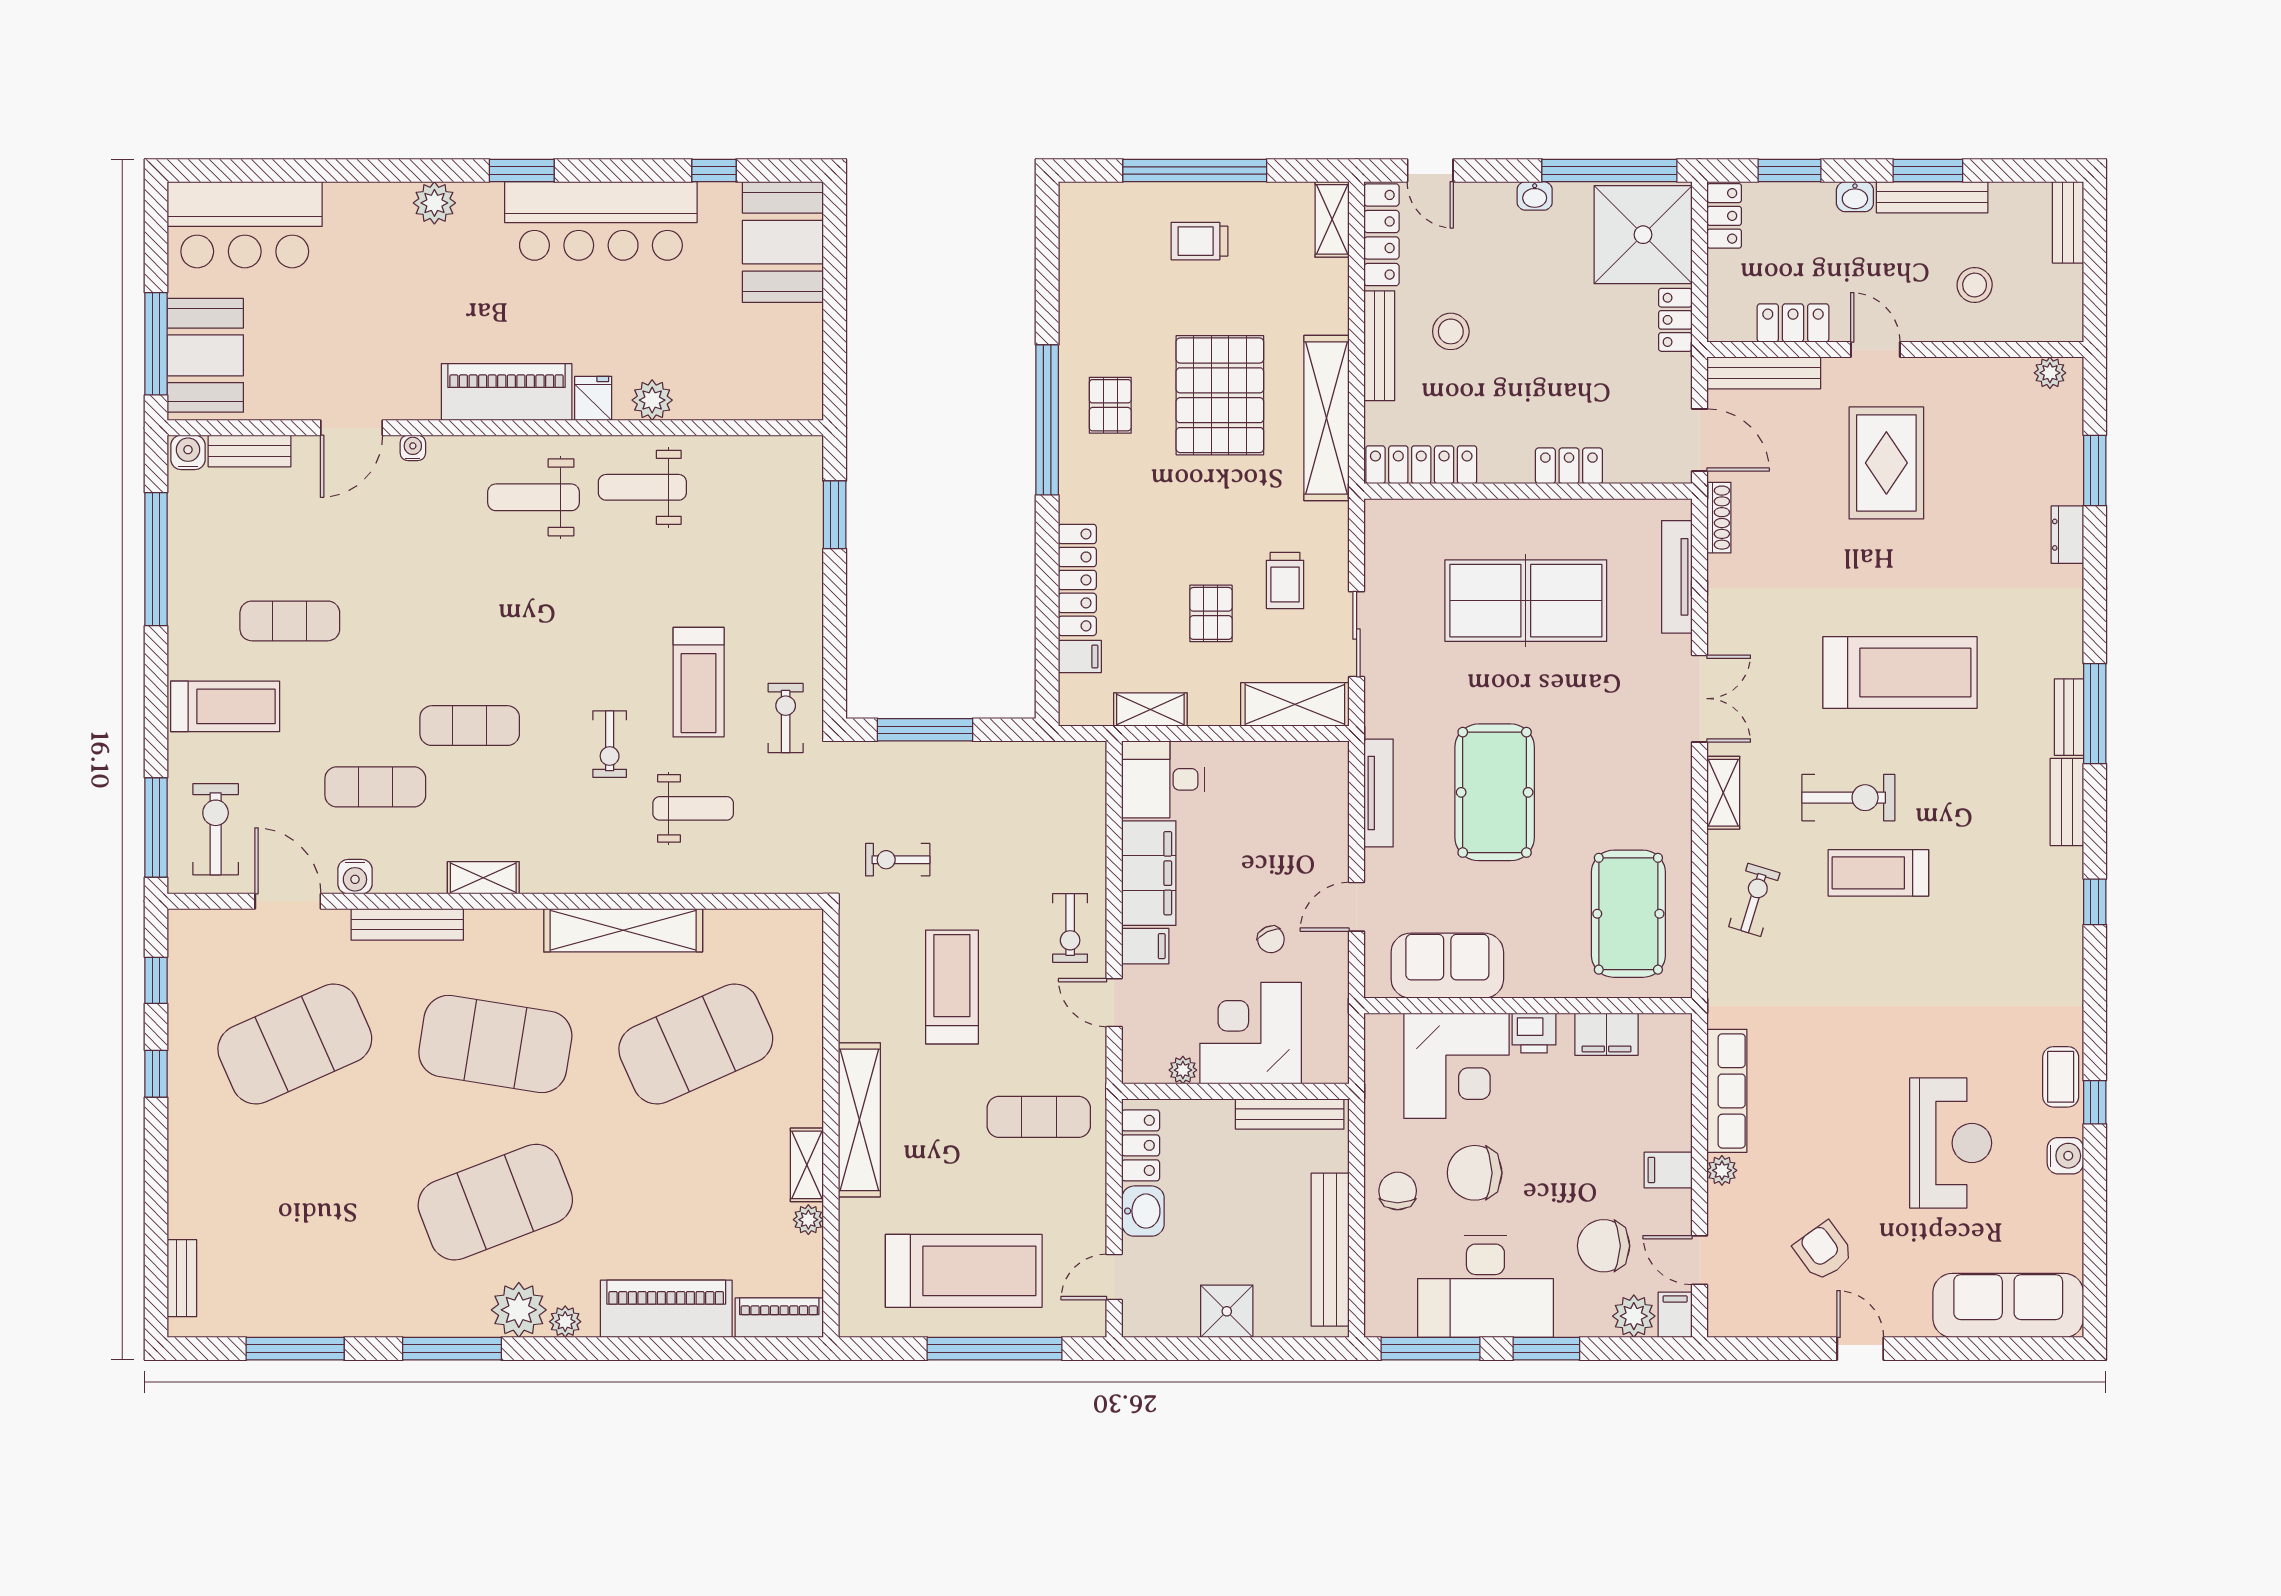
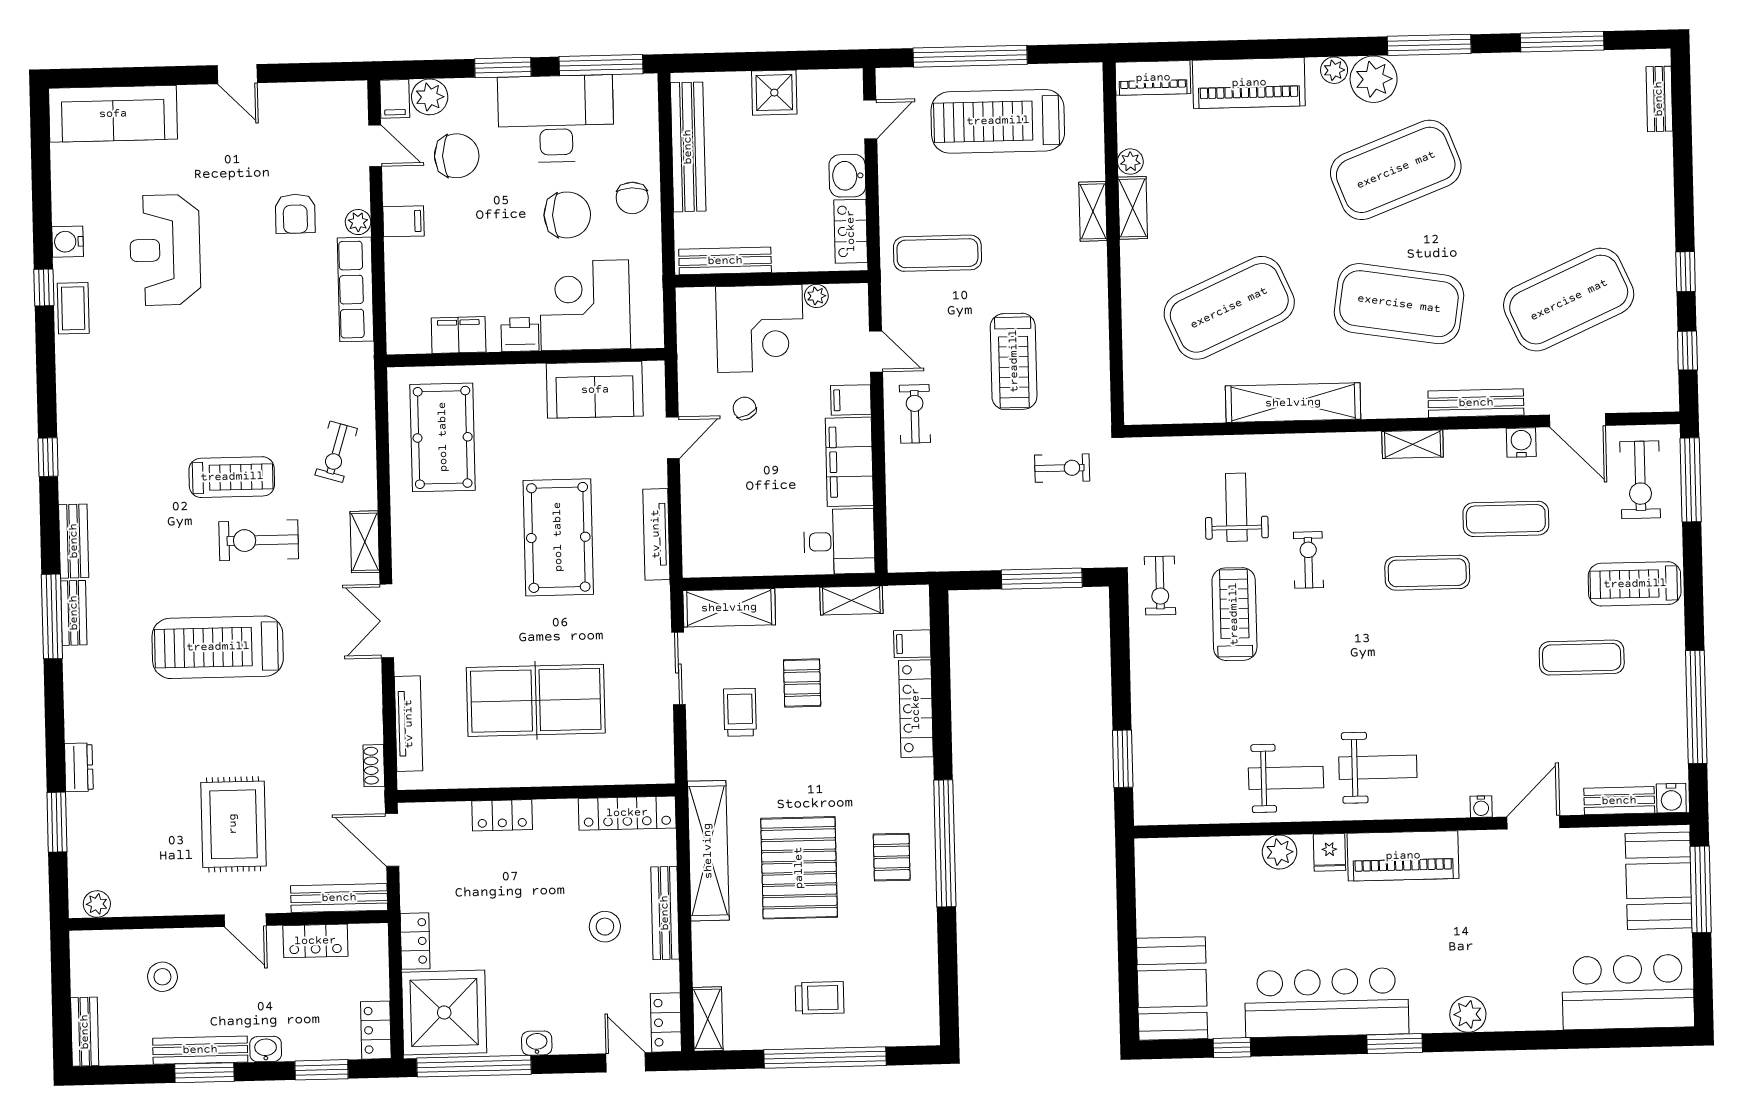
locker: (1382, 235) -> (666, 1023), width x0.66
shoe rack: (1719, 518) -> (374, 766), width x0.70
weight bench: (693, 808) -> (1236, 507), turned 90
shelving: (859, 1120) -> (1093, 211), width x0.45, depth x0.75
armchair: (1823, 1251) -> (295, 214), moved, turned 36

